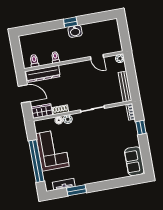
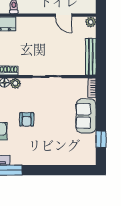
window: (141, 128) -> (101, 139), moved
armchair: (82, 147) -> (27, 119), added
sofa: (134, 161) -> (86, 116), moved

